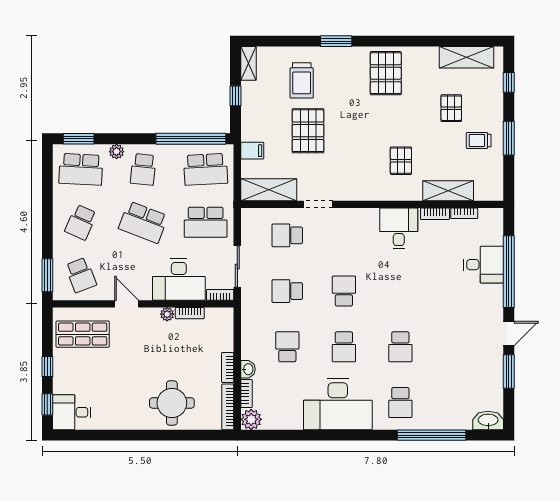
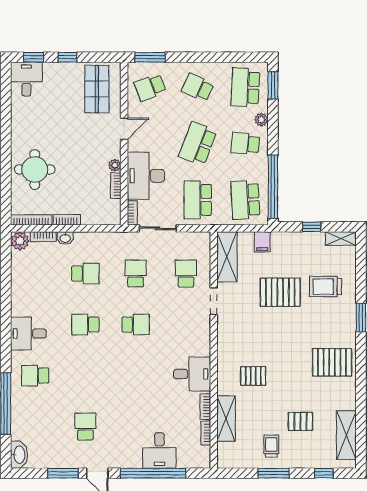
school desk: (400, 347) -> (85, 427), moved, turned 90
desk: (338, 404) -> (28, 334), width x0.53, depth x0.77

